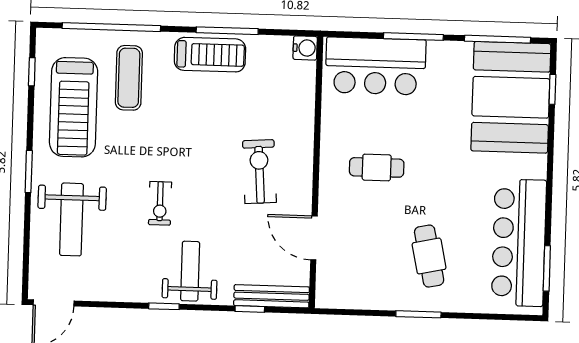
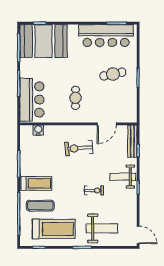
water cooler: (305, 48) -> (38, 130), moved
treadmill: (210, 55) -> (36, 183), moved, turned 90

